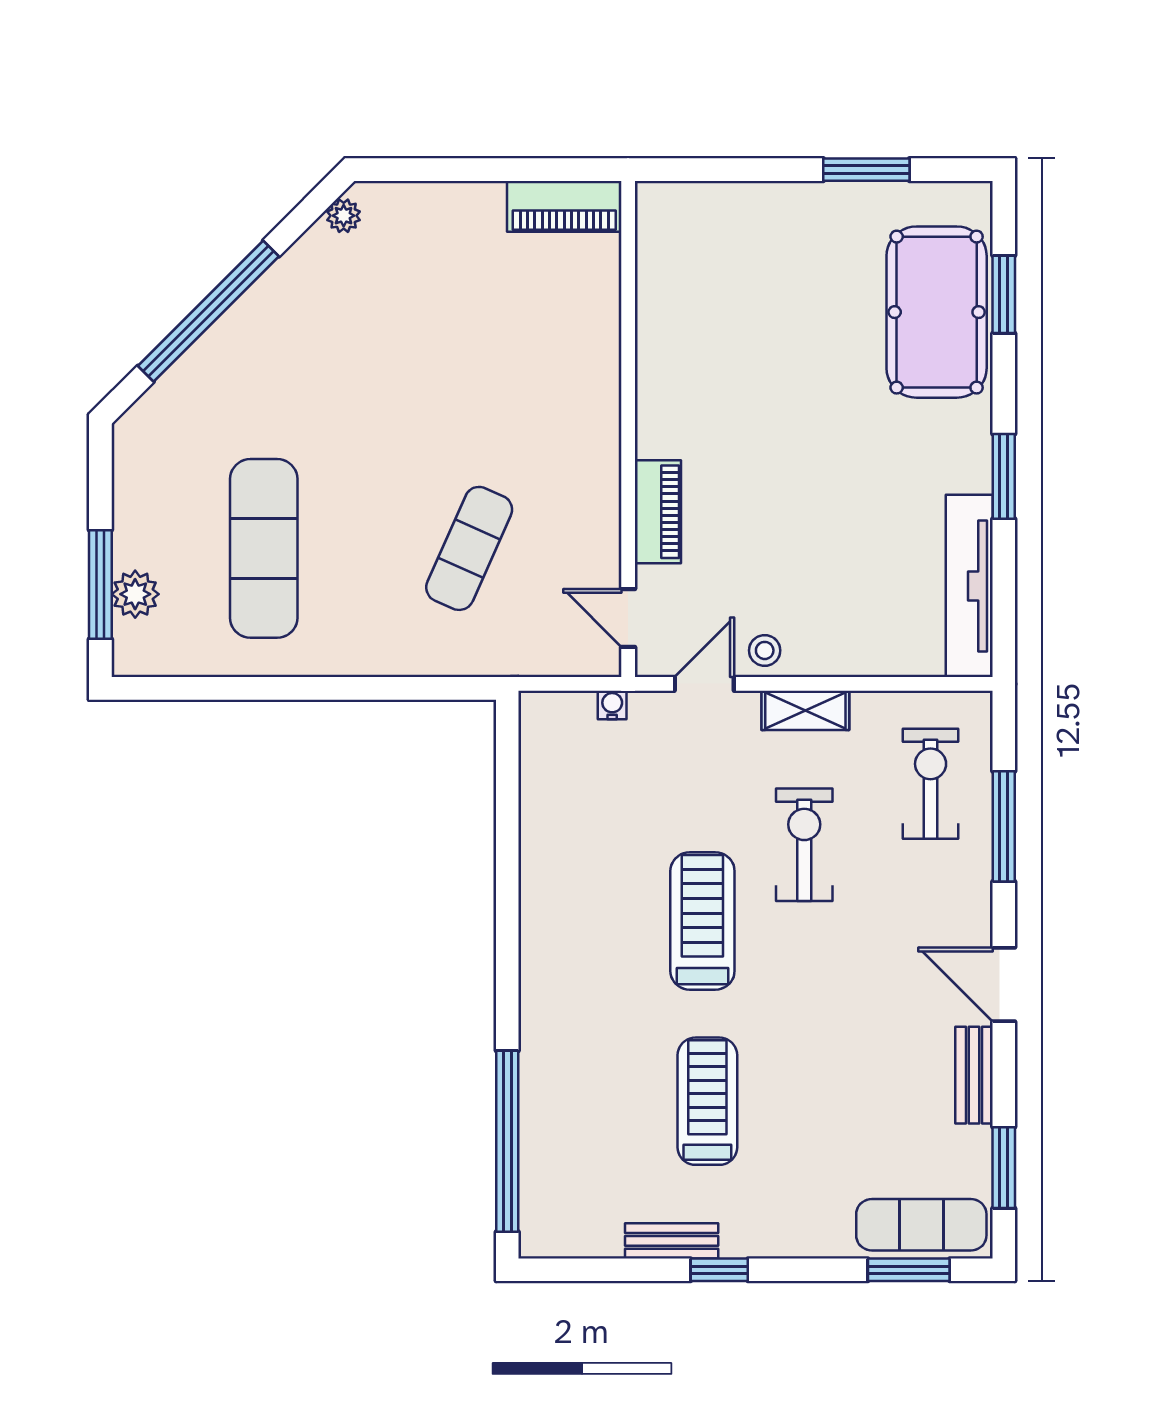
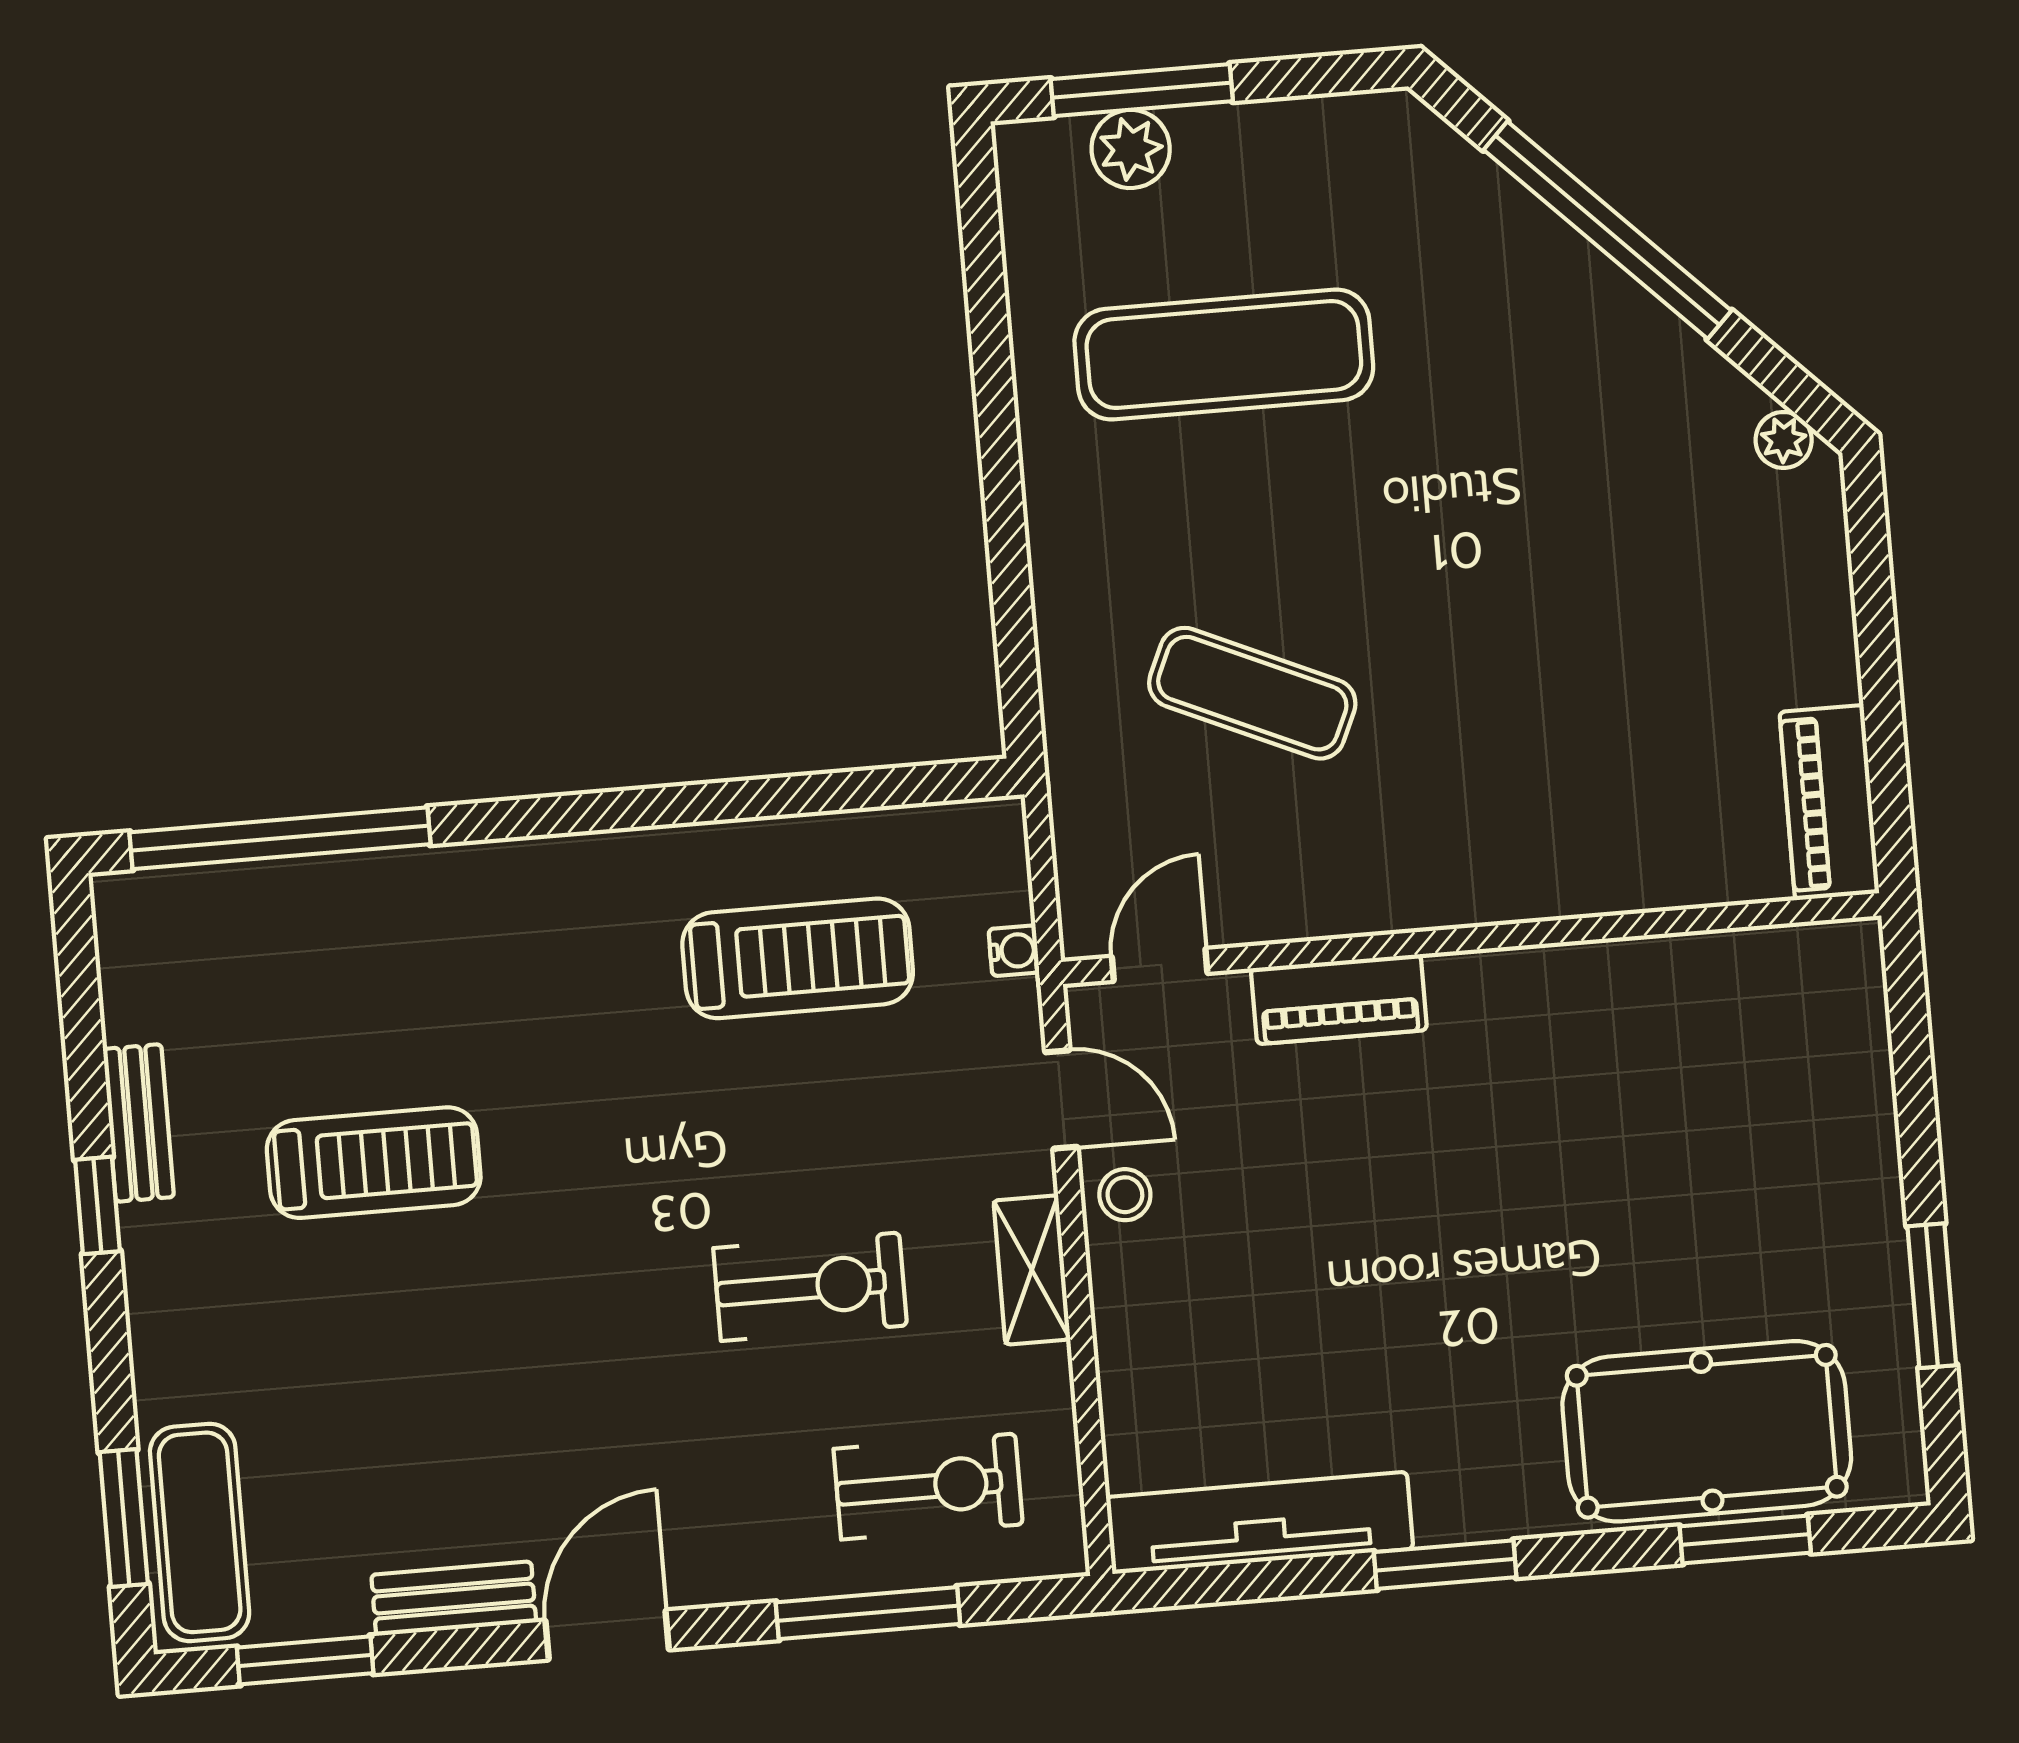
treadmill: (702, 921) -> (798, 958), moved

